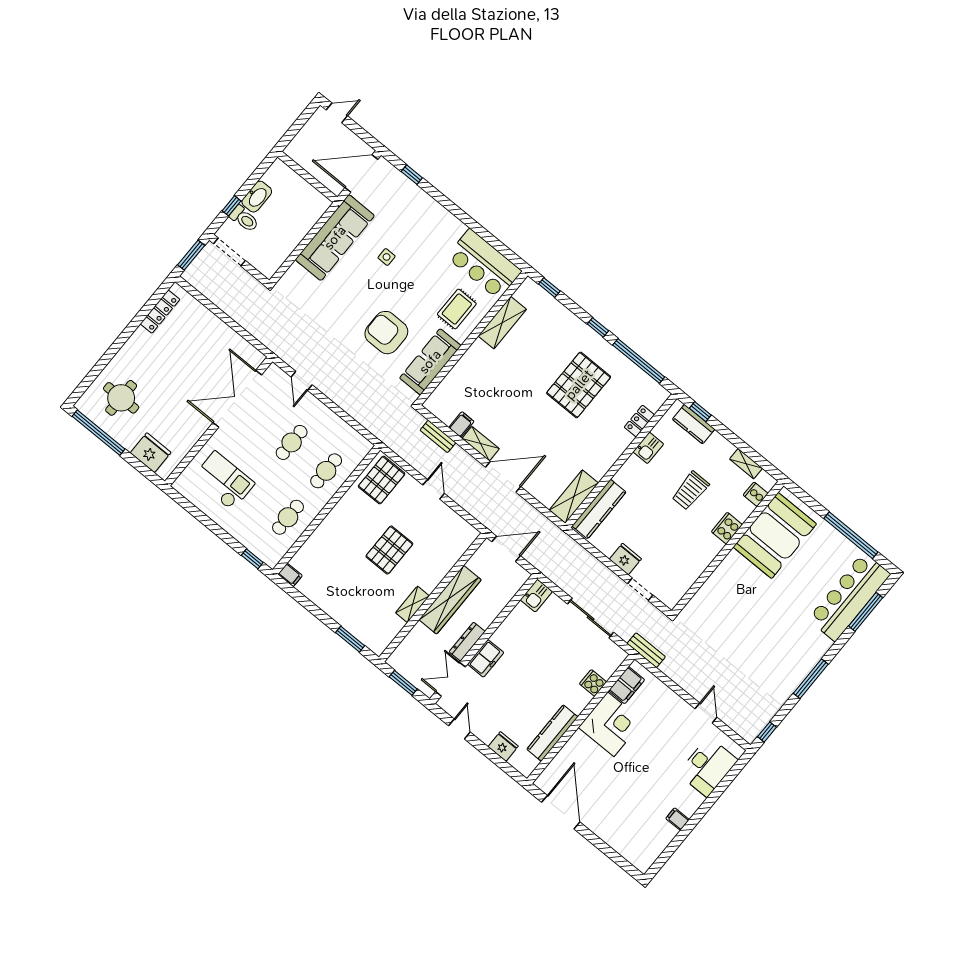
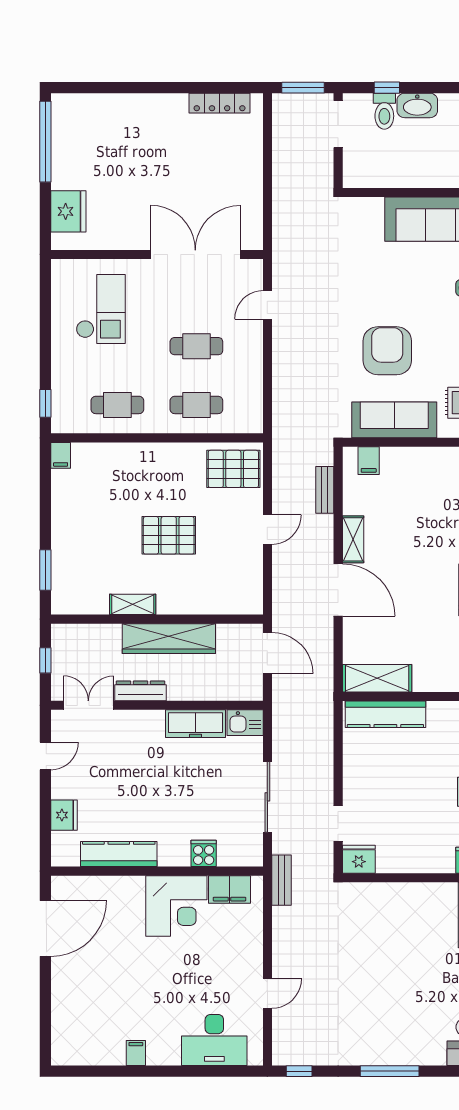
round table: (121, 398) -> (99, 136), removed
filing cabinet: (461, 424) -> (369, 461), moved, turned 90
fridge: (625, 559) -> (359, 859), moved, turned -90
freezer: (486, 658) -> (196, 724), moved, width x1.40
window: (403, 683) -> (45, 660), width x0.67

